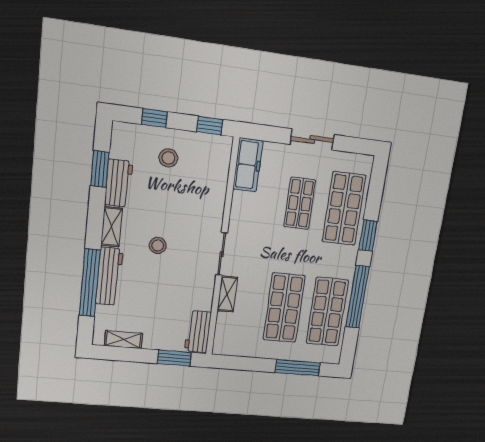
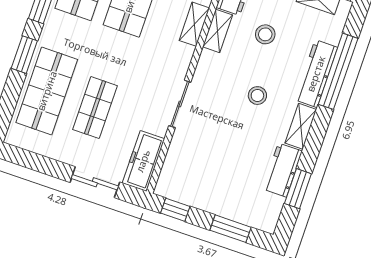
window: (154, 118) -> (231, 229), width x1.50
sliding door: (312, 139) -> (95, 182), moved
stool: (168, 158) -> (265, 34), moved
sliding door: (222, 254) -> (180, 104), moved
shelving: (206, 293) -> (218, 31), added

